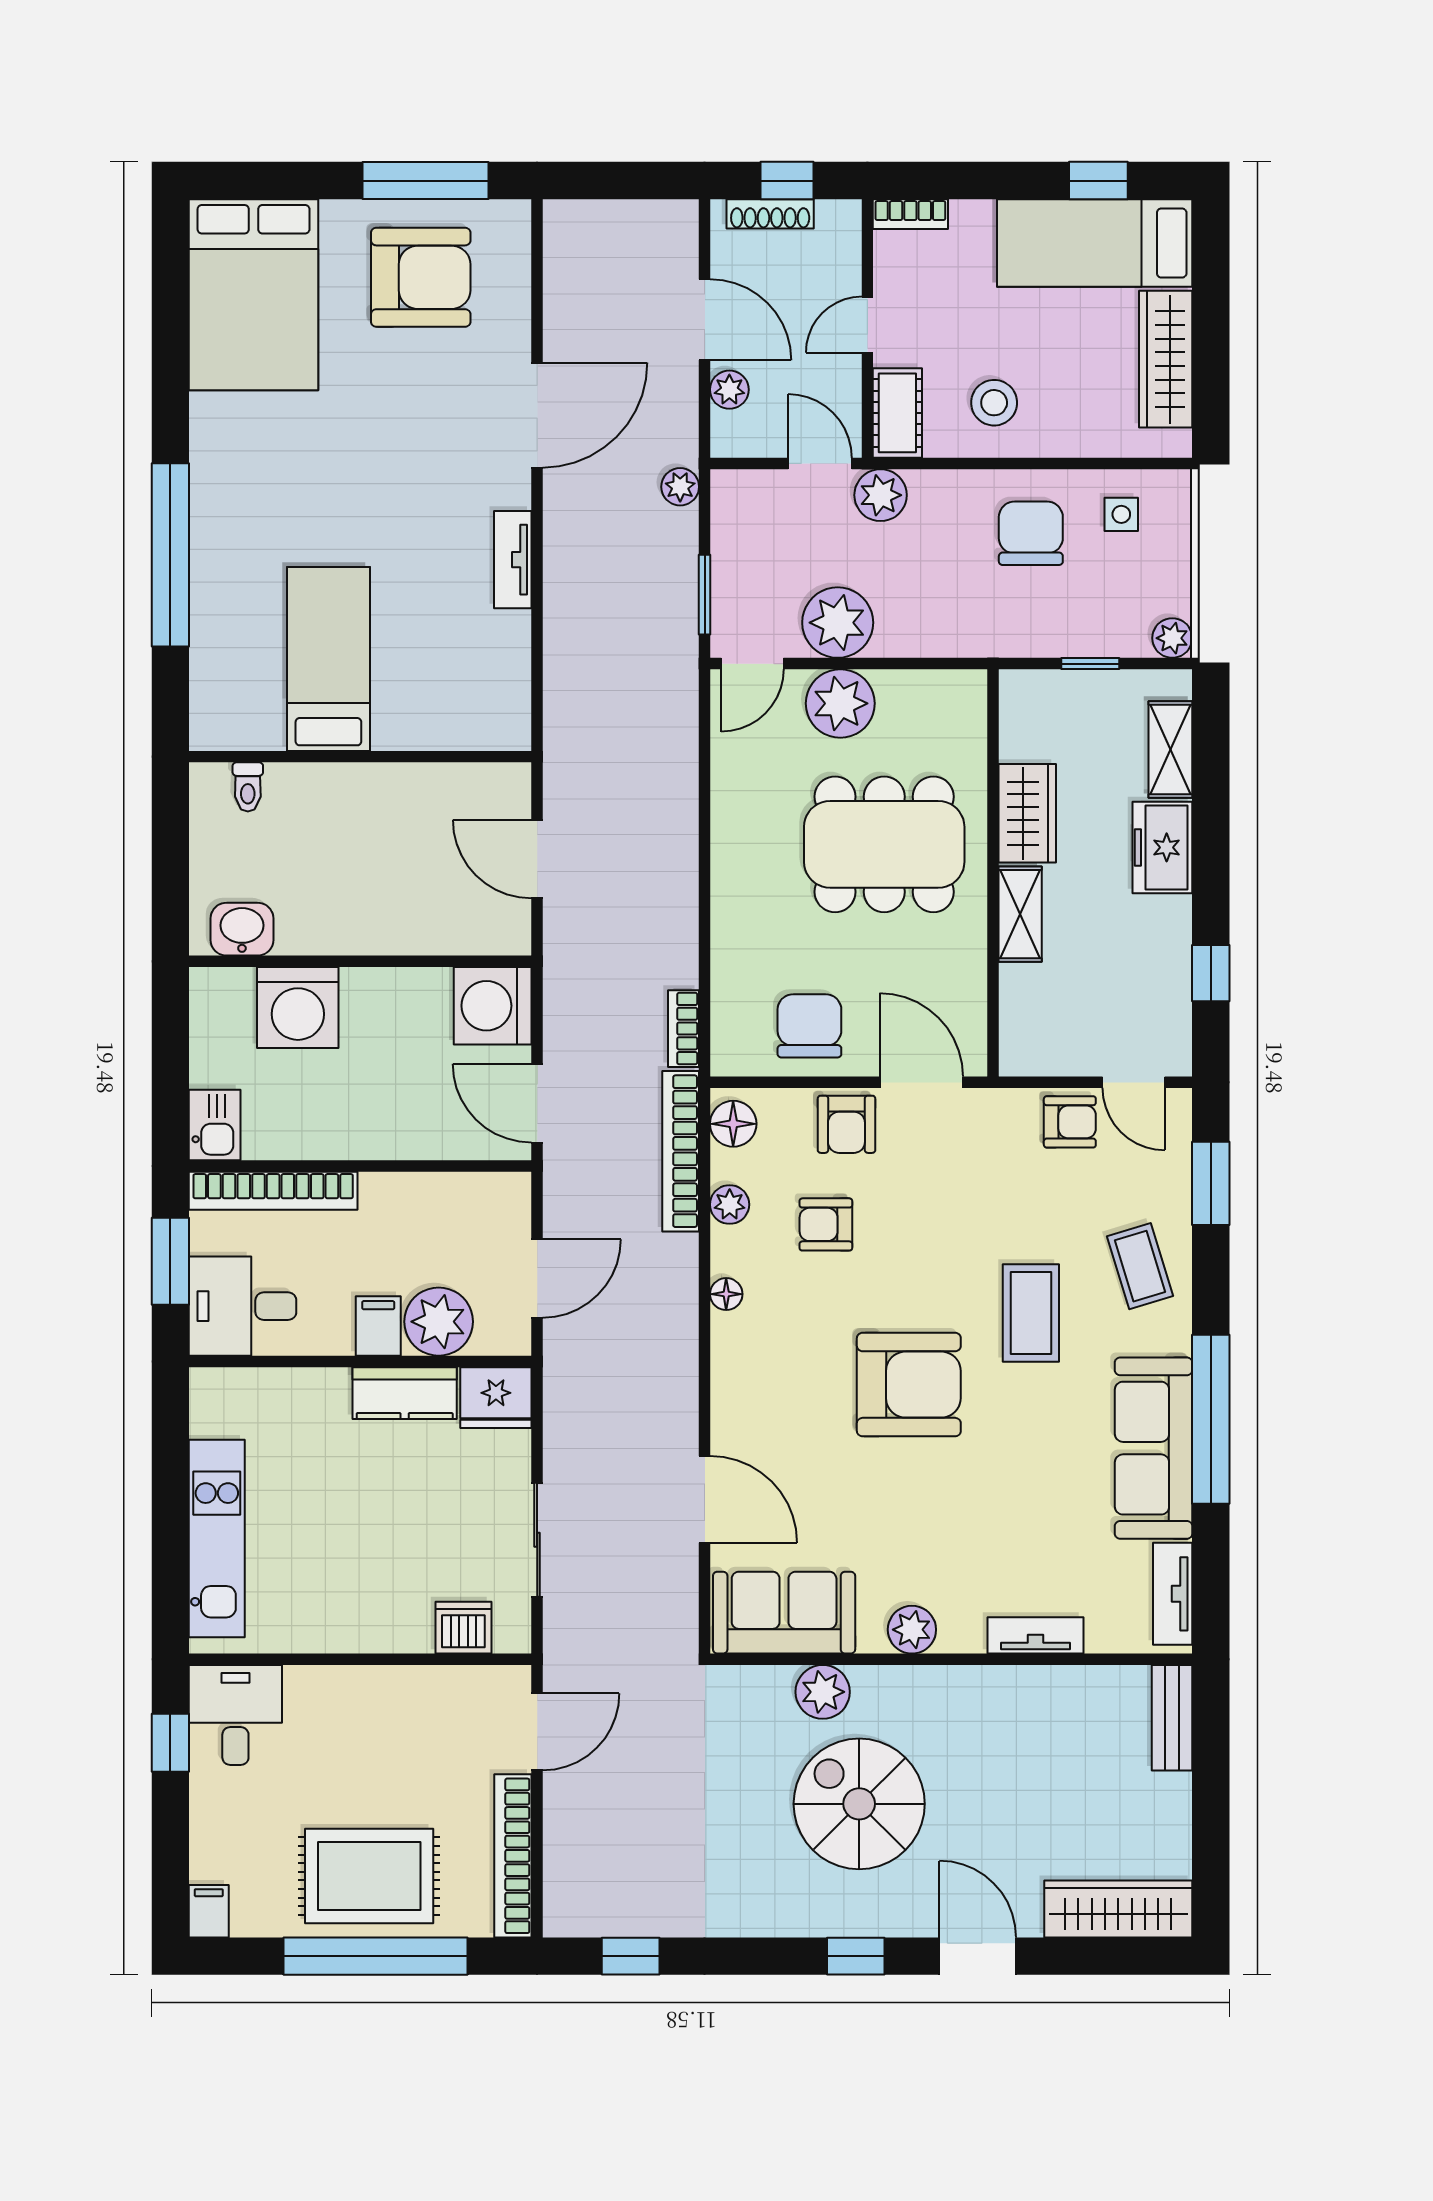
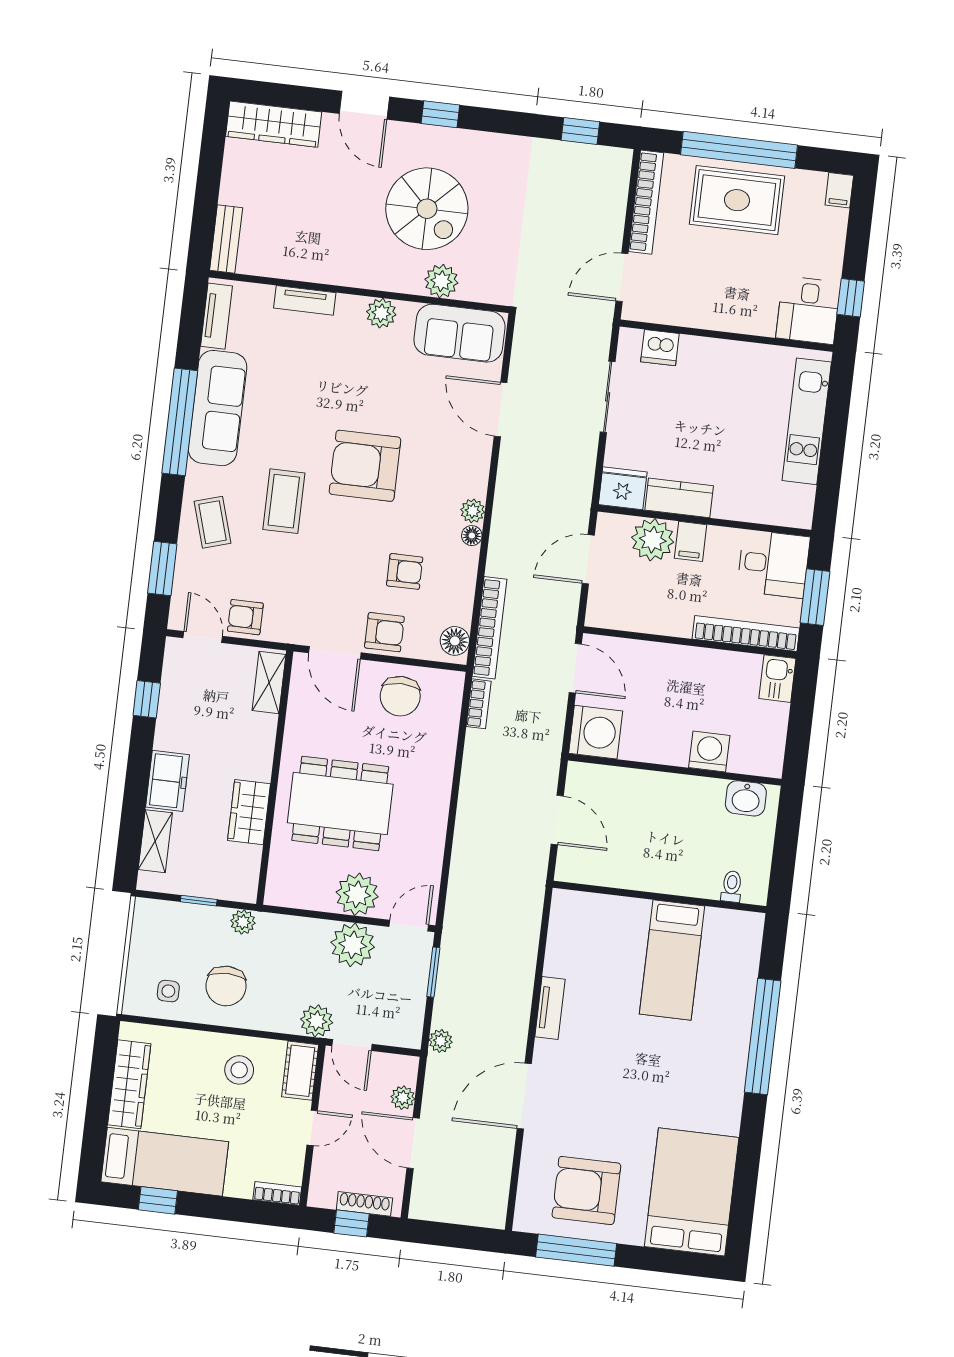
plant: (1172, 638) -> (243, 922), moved
shelving: (1020, 914) -> (269, 683), moved
washing machine: (298, 1008) -> (709, 752), width x0.73, depth x0.73
armchair: (846, 1124) -> (384, 632), turned 90
plant: (730, 1205) -> (473, 511), moved

